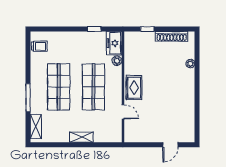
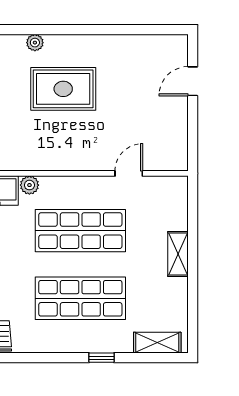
rug: (134, 88) -> (63, 89), moved, width x1.36, depth x1.43
window: (28, 98) -> (102, 358), width x0.46
door: (170, 145) -> (193, 81), swing flipped

